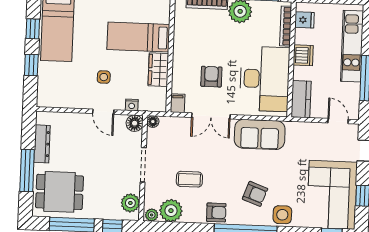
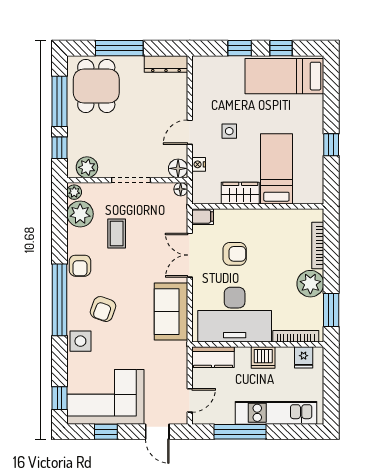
dresser: (42, 144) -> (166, 64), moved

